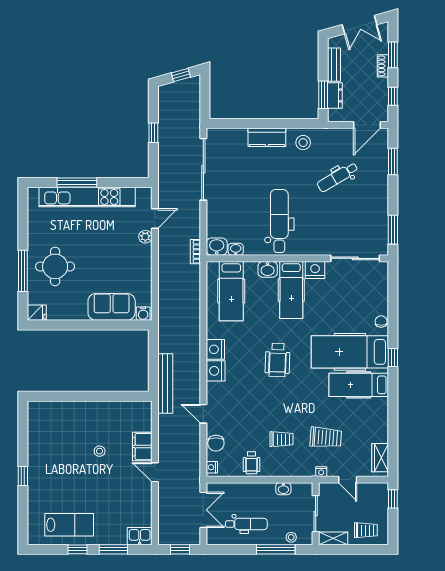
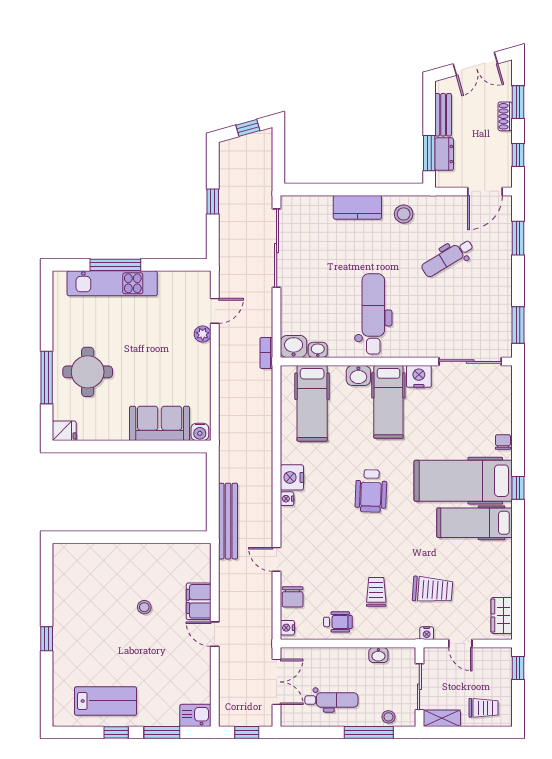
kitchen unit: (87, 197) -> (112, 283), width x0.73
nightstand: (216, 371) -> (287, 499), width x0.53, depth x0.56
trolley: (282, 439) -> (376, 592), turned -90
wheelchair: (252, 463) -> (338, 622), turned -90

